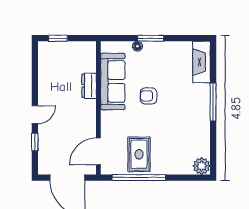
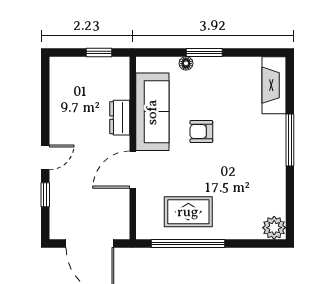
window: (58, 38) -> (99, 52), moved
door: (98, 151) -> (133, 170), moved
rug: (139, 154) -> (188, 212), turned 90

